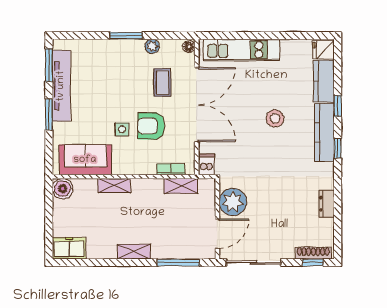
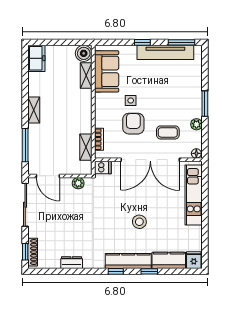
window: (49, 115) -> (142, 42), width x0.67
shelving: (114, 186) -> (86, 75), moved
plant: (233, 202) -> (78, 183), width x0.53, depth x0.53

